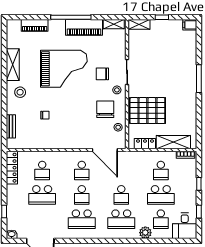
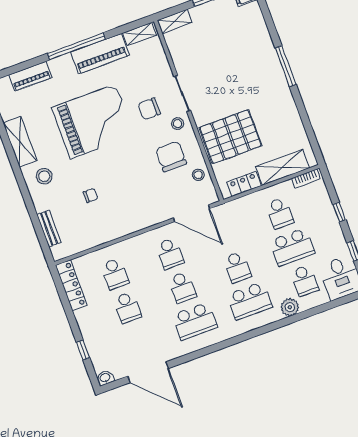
school desk: (42, 195) -> (127, 308), width x0.54

